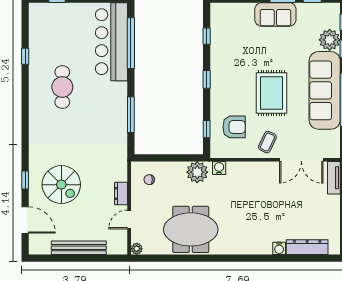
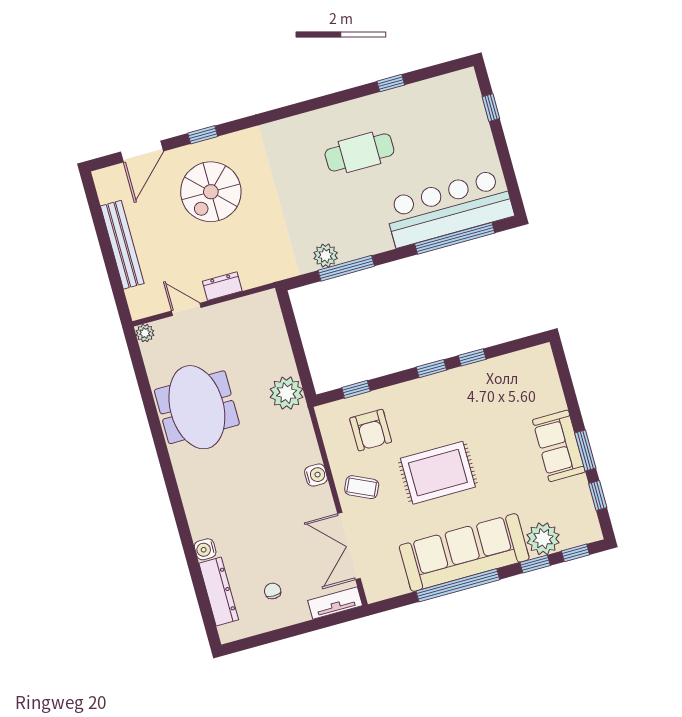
window: (207, 36) -> (472, 357), moved
plant: (120, 125) -> (326, 256), added
water cooler: (219, 168) -> (316, 475), moved
chair: (149, 180) -> (273, 591), moved

